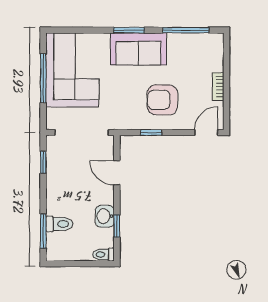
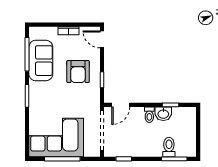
sofa: (138, 49) -> (41, 61), moved
door: (117, 173) -> (121, 105), moved
toilet: (103, 254) -> (149, 115), moved

